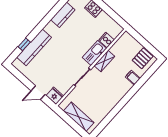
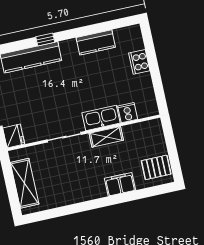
window: (24, 44) -> (45, 39), moved
filing cabinet: (133, 78) -> (120, 184), width x2.00

